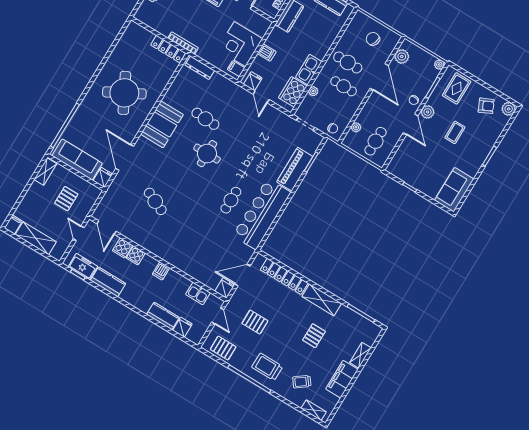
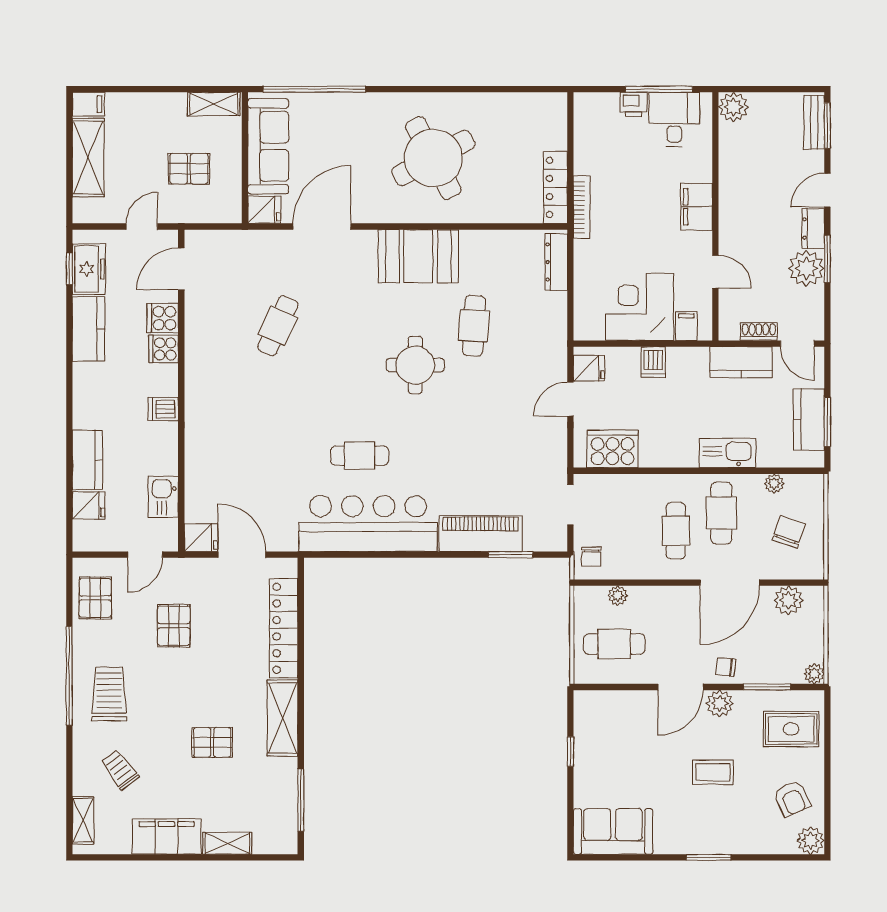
filing cabinet: (236, 69) -> (686, 326), moved
kitchen sink: (309, 70) -> (727, 453), moved
plant: (313, 91) -> (774, 484), moved

